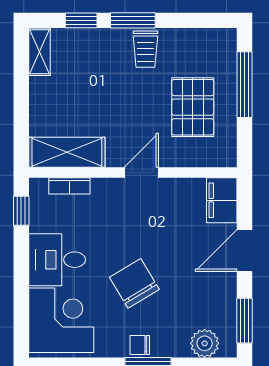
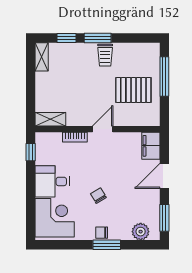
pallet: (193, 107) -> (133, 90), turned 90
shelving: (67, 152) -> (50, 119), width x0.67, depth x0.75
bookcase: (69, 186) -> (75, 137), moved
chair: (134, 283) -> (98, 196), width x0.54, depth x0.54

